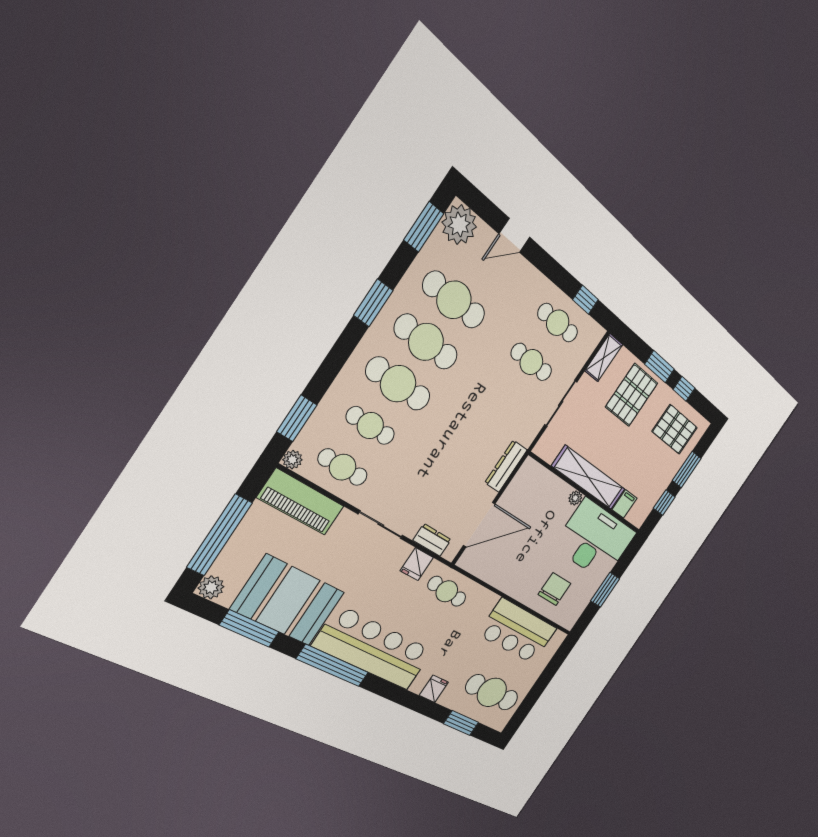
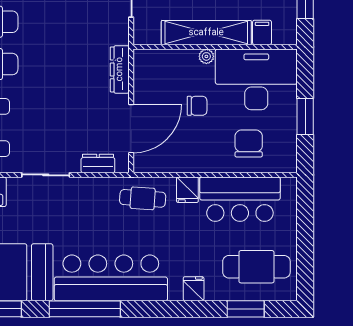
chair: (541, 536) -> (197, 106), added
fridge: (417, 564) -> (187, 190), moved

